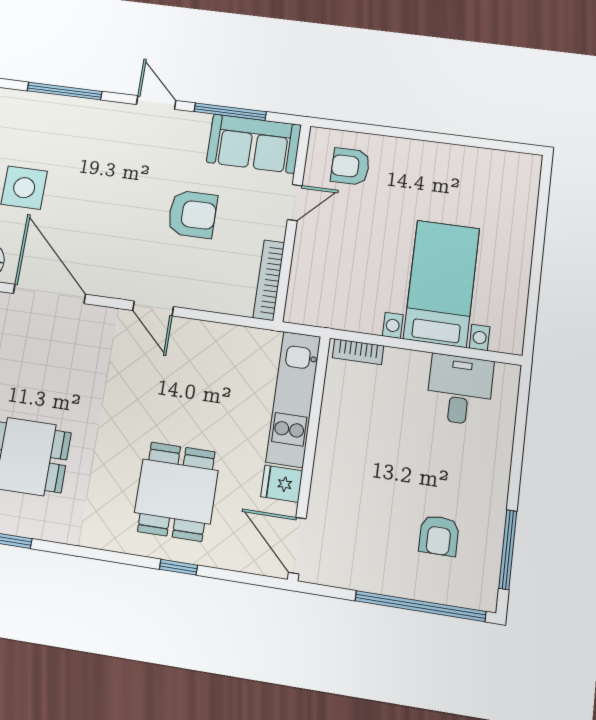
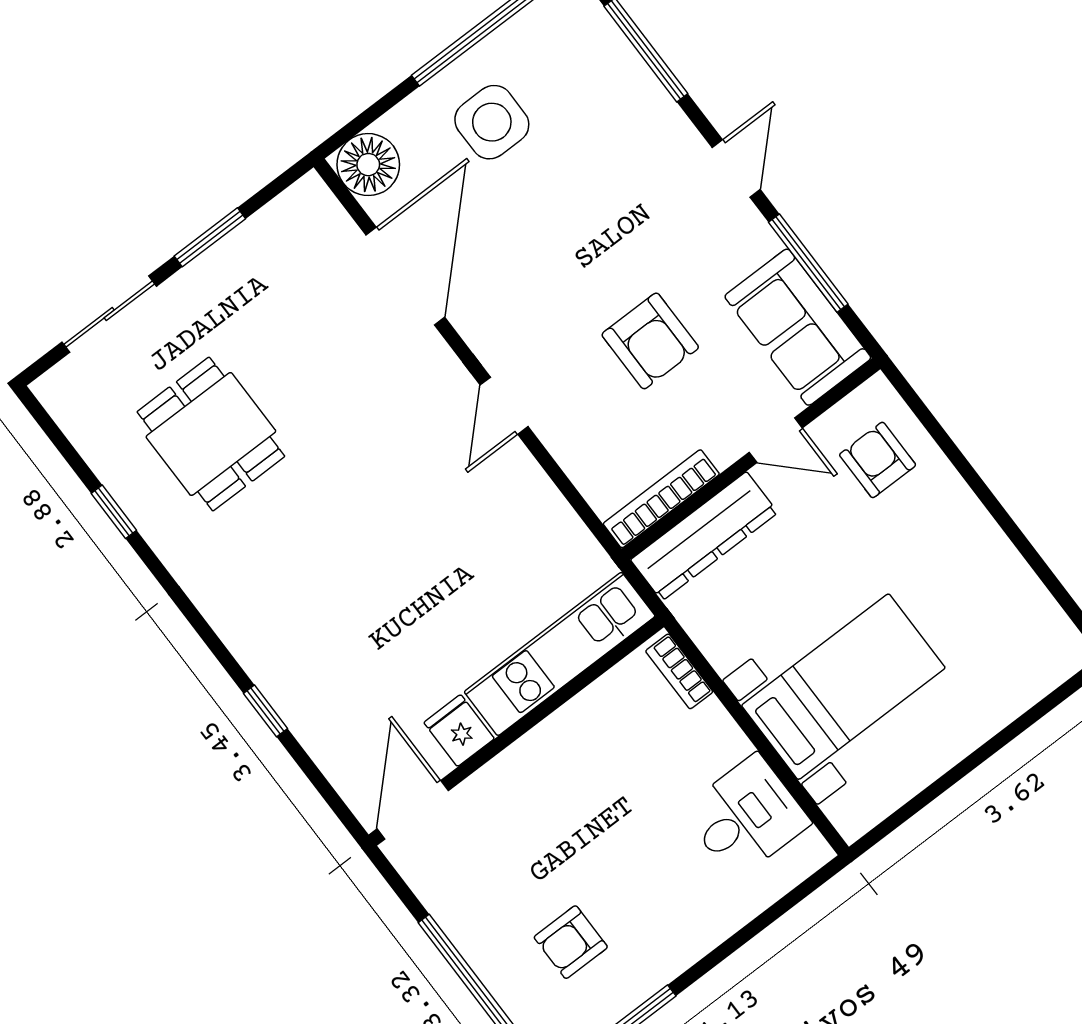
dresser: (306, 278) -> (704, 536), added
dining table: (176, 491) -> (339, 630), removed

